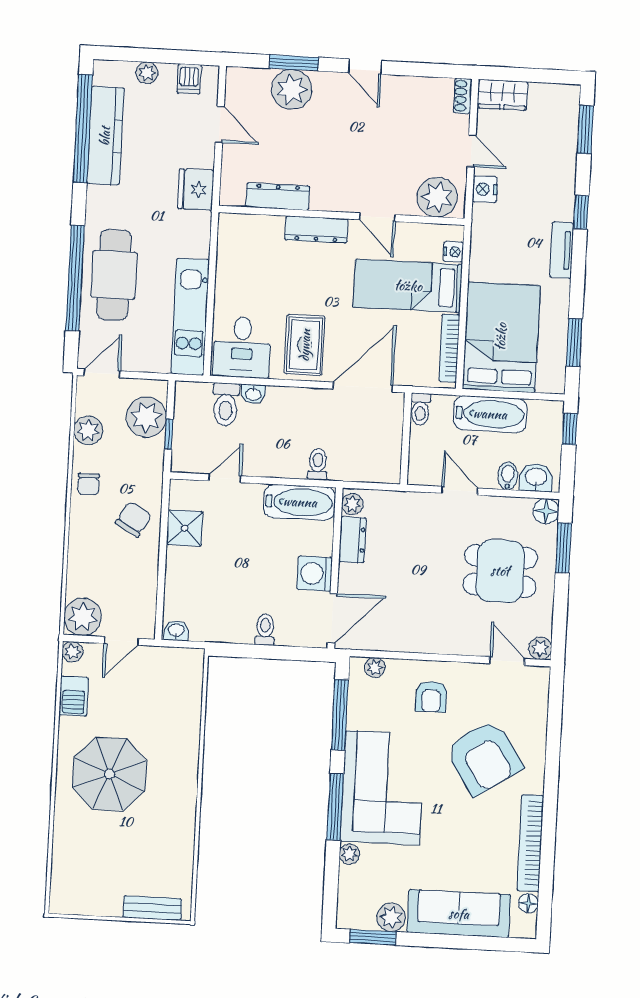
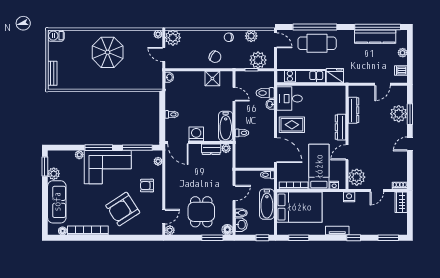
nightstand: (485, 189) -> (349, 197), moved
fridge: (196, 190) -> (335, 76), moved
barbecue: (74, 696) -> (56, 36), moved

